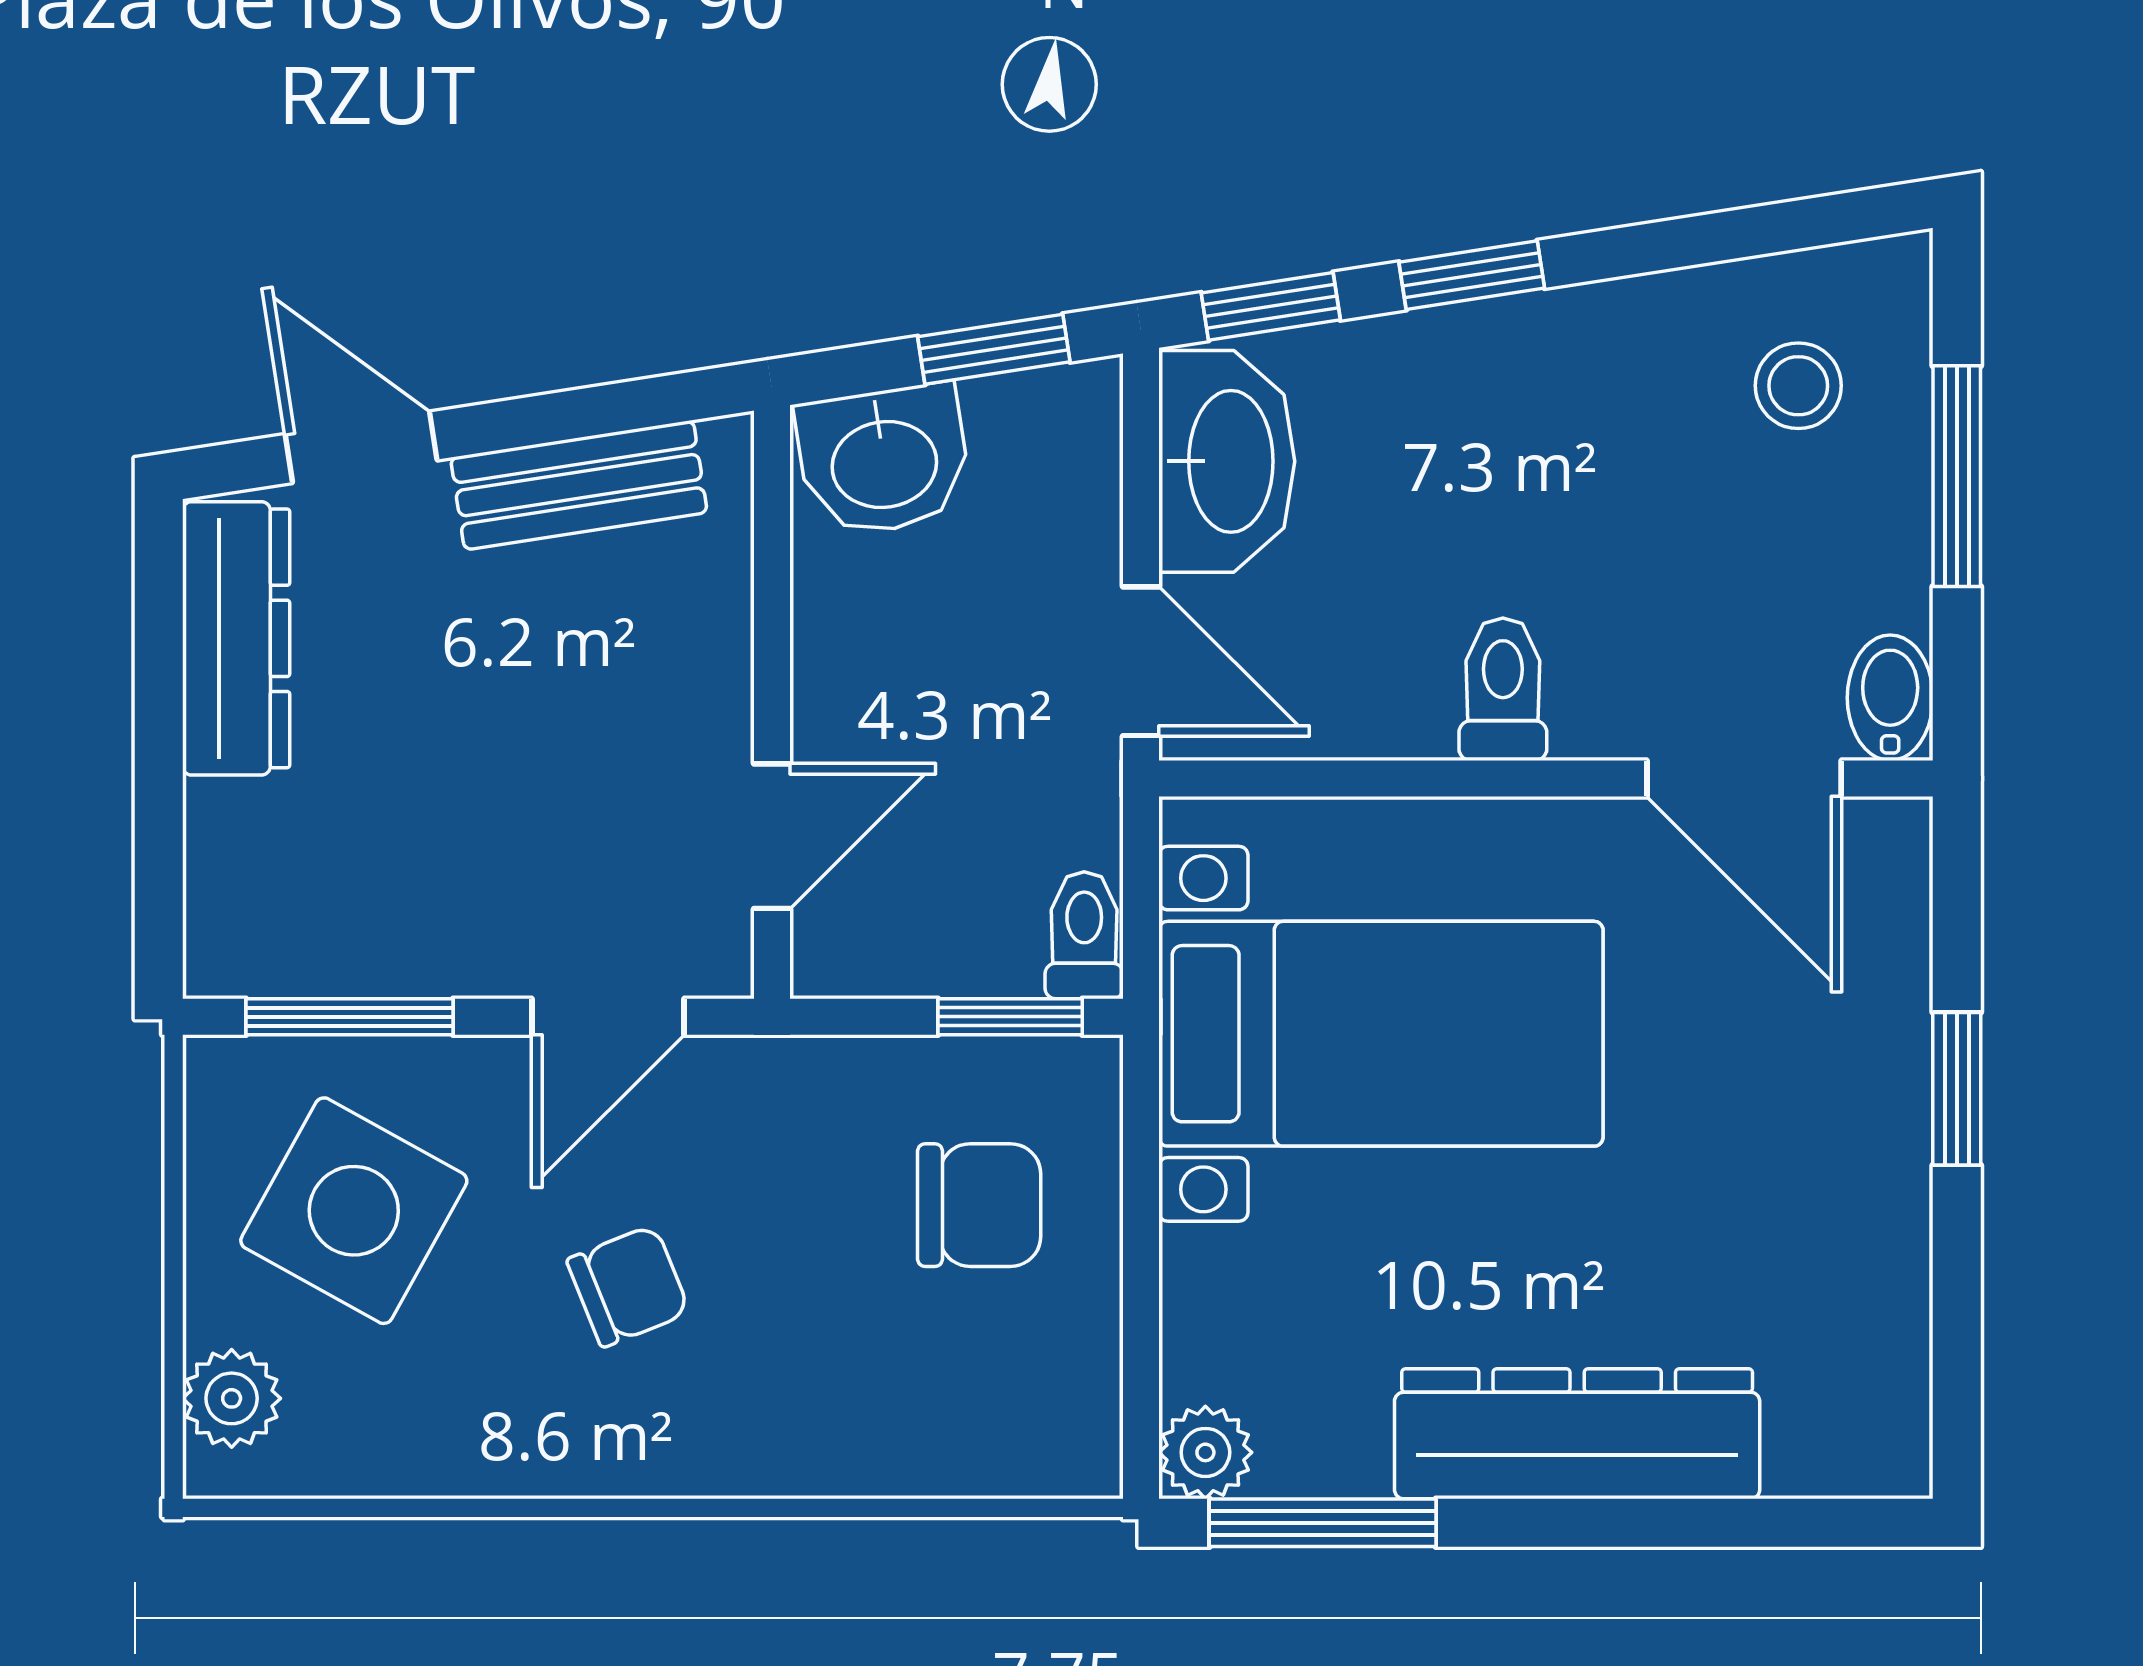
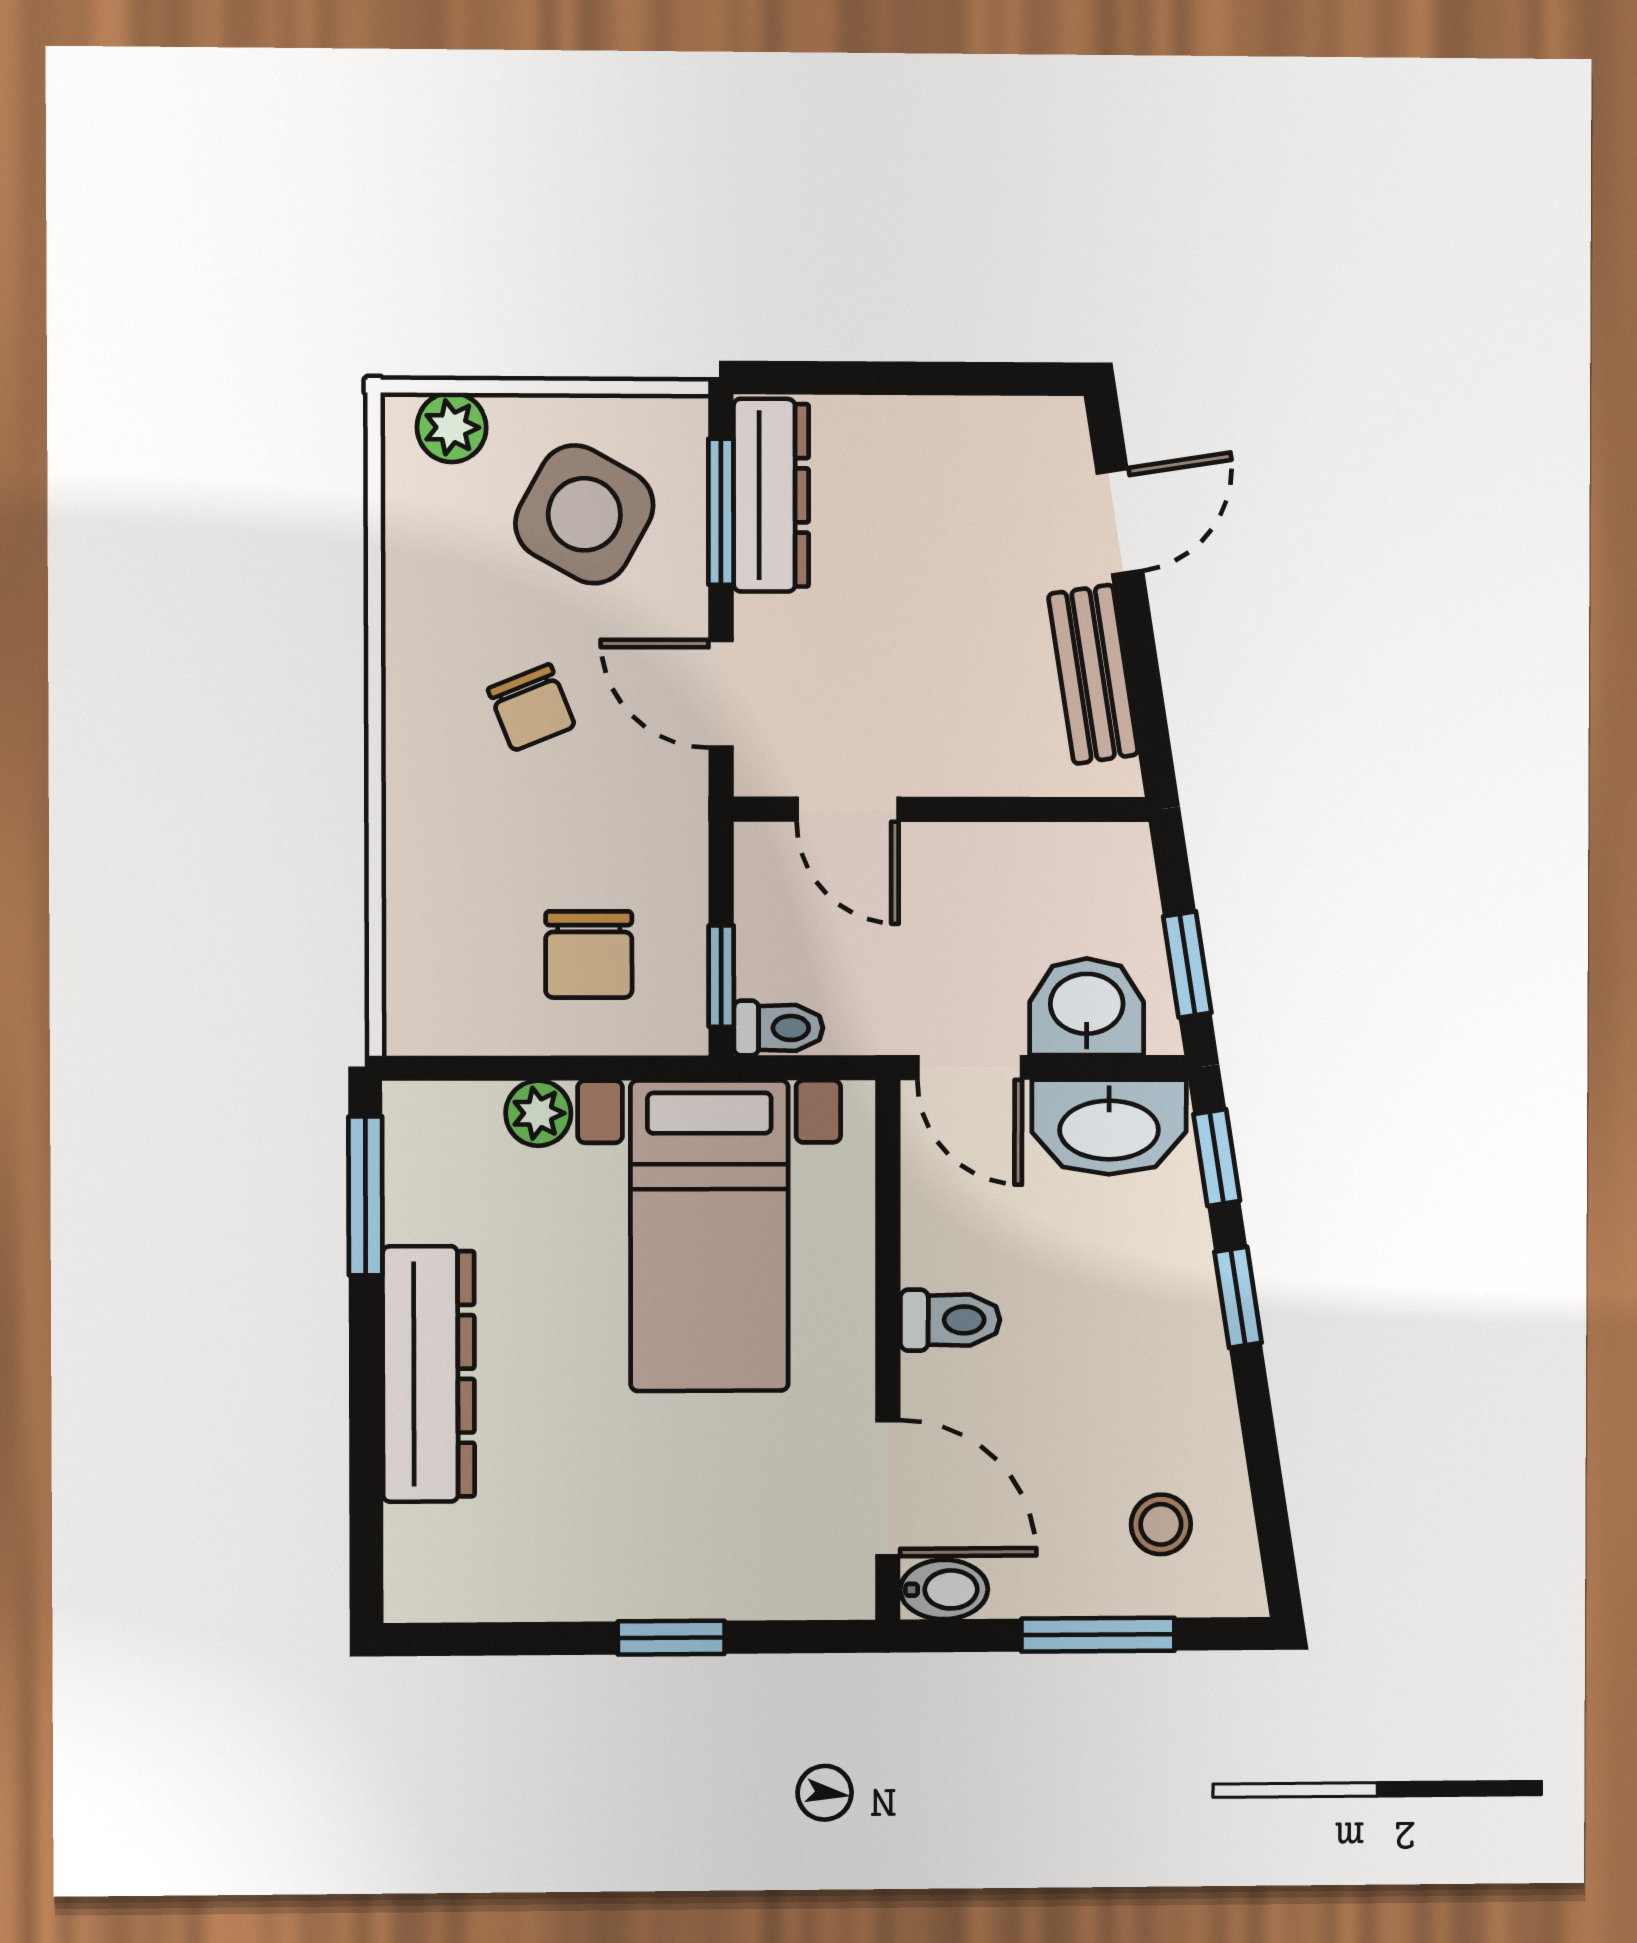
washbasin: (884, 460) -> (1087, 1007), moved, turned 99
dresser: (236, 638) -> (771, 495), moved, turned -90
door: (1141, 661) -> (970, 1068), hinge flipped
door: (1744, 779) -> (888, 1488), swing flipped
plant: (1205, 1452) -> (538, 1113), moved

